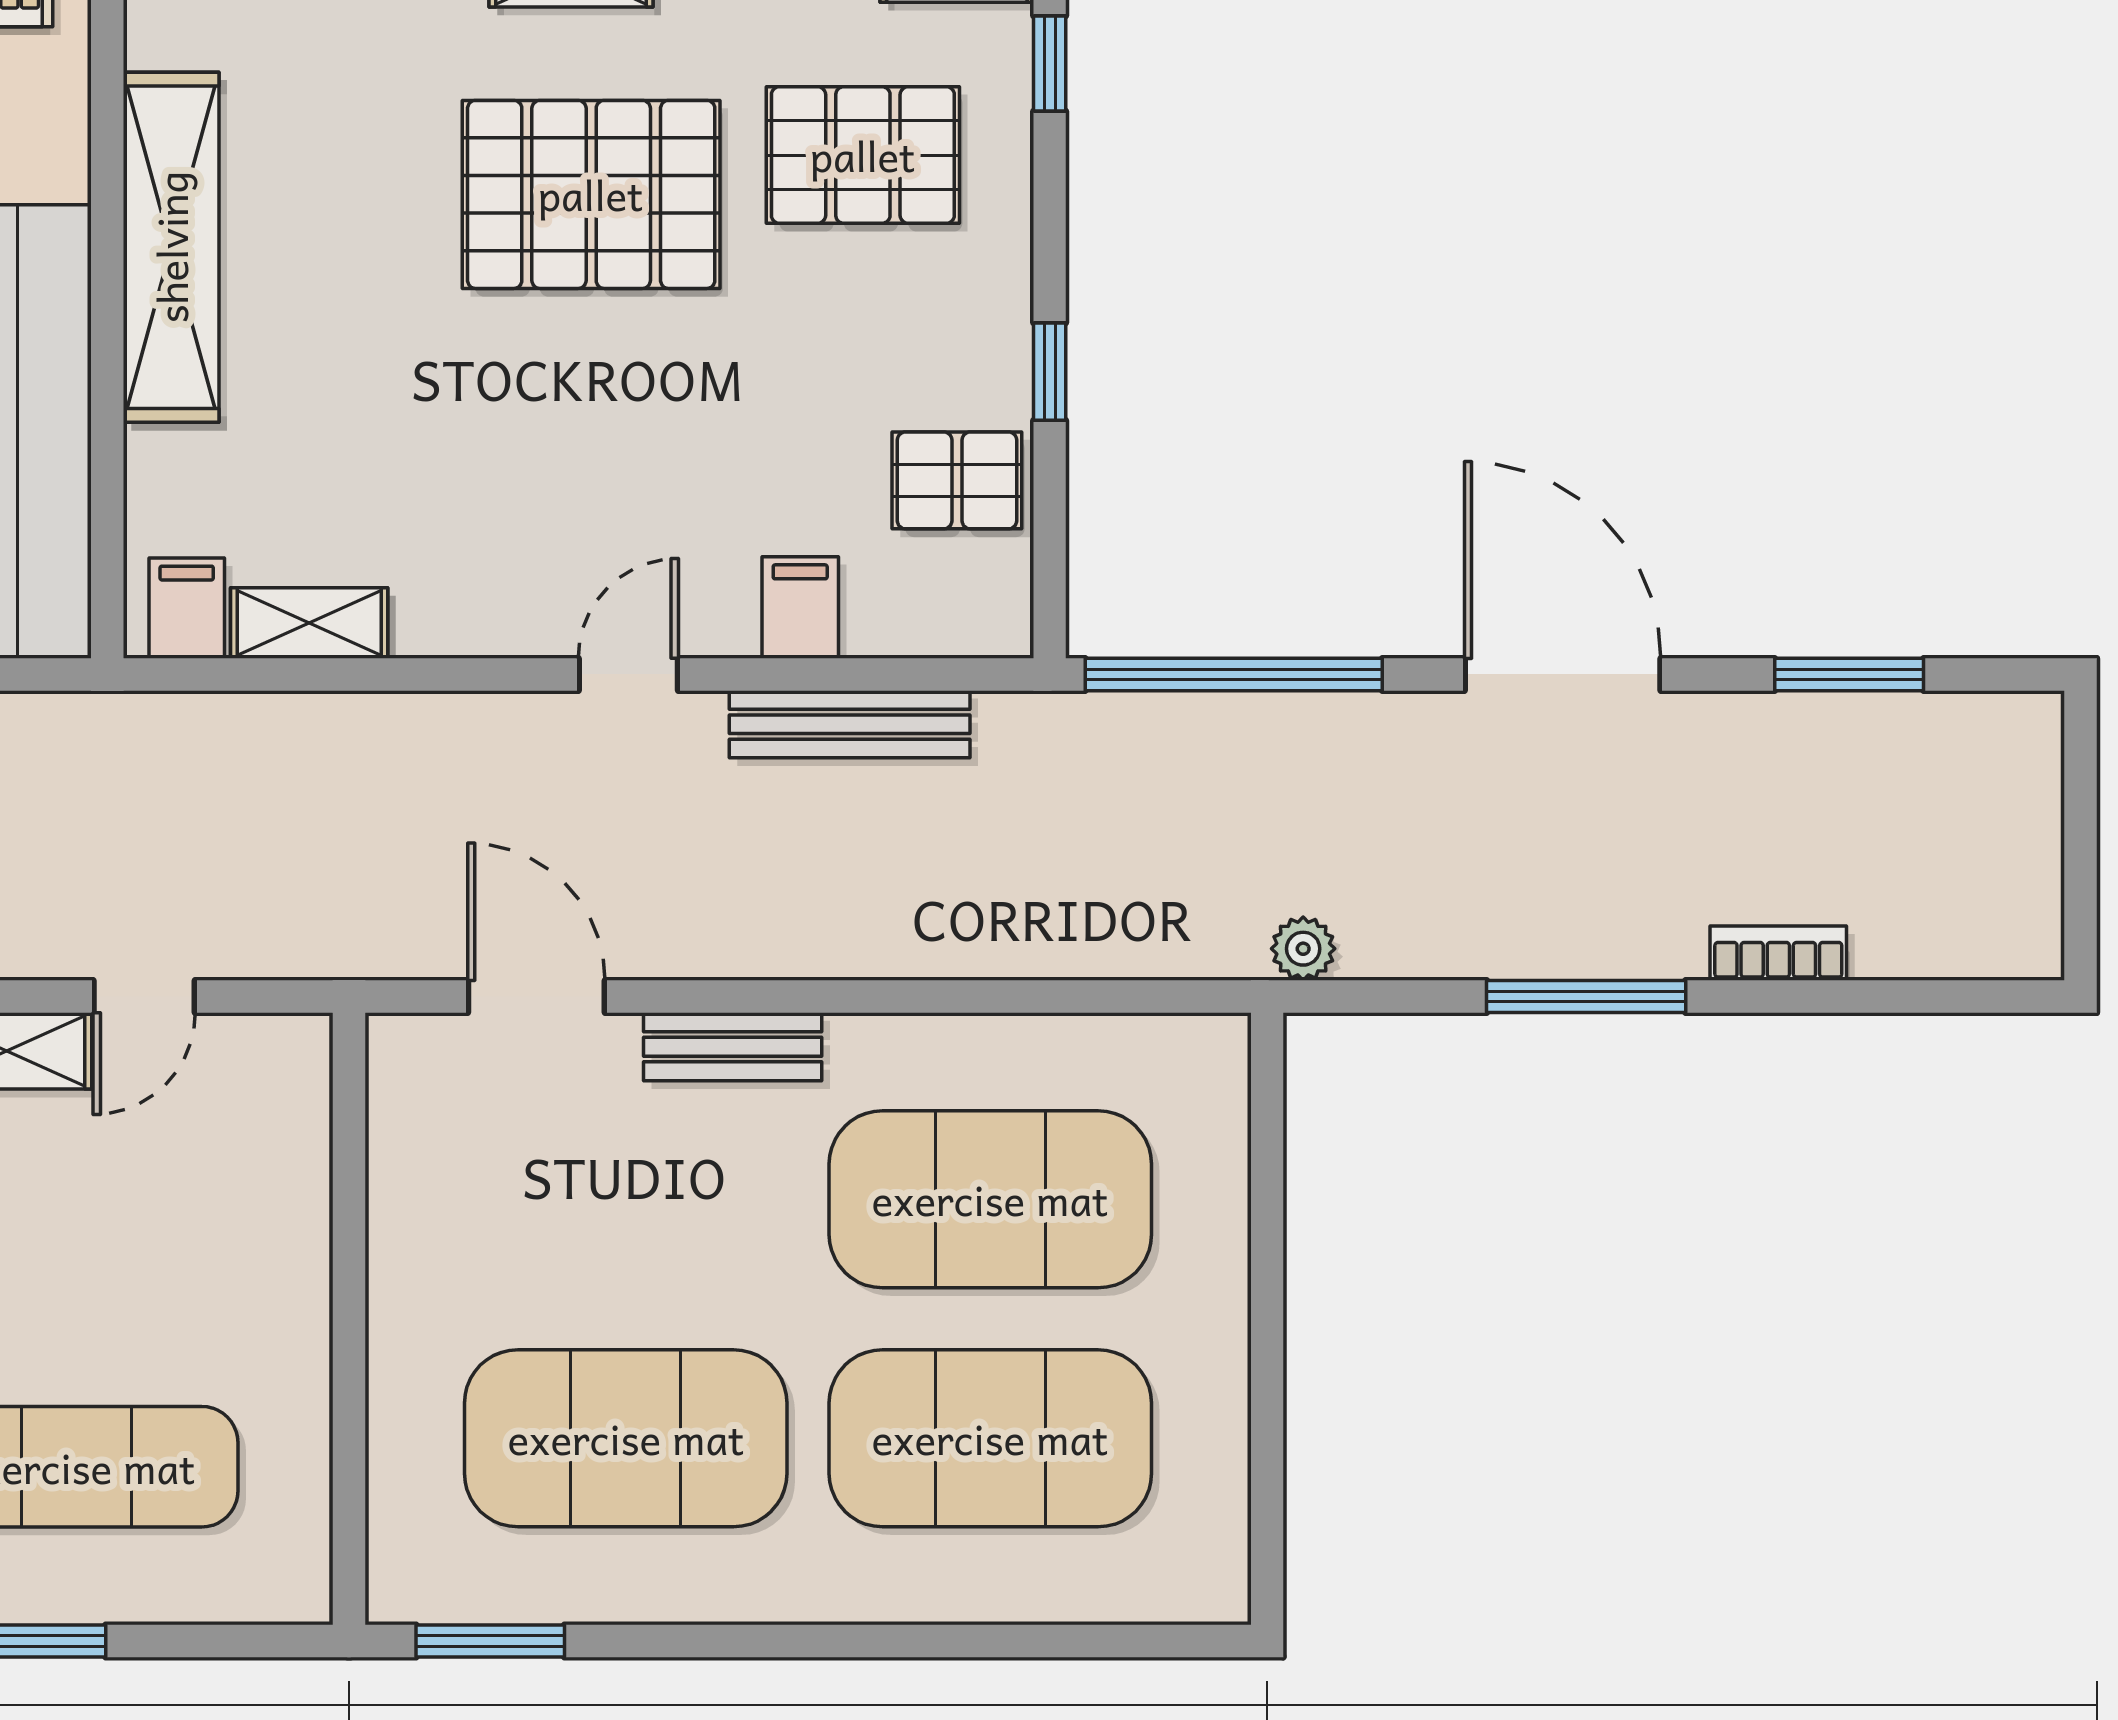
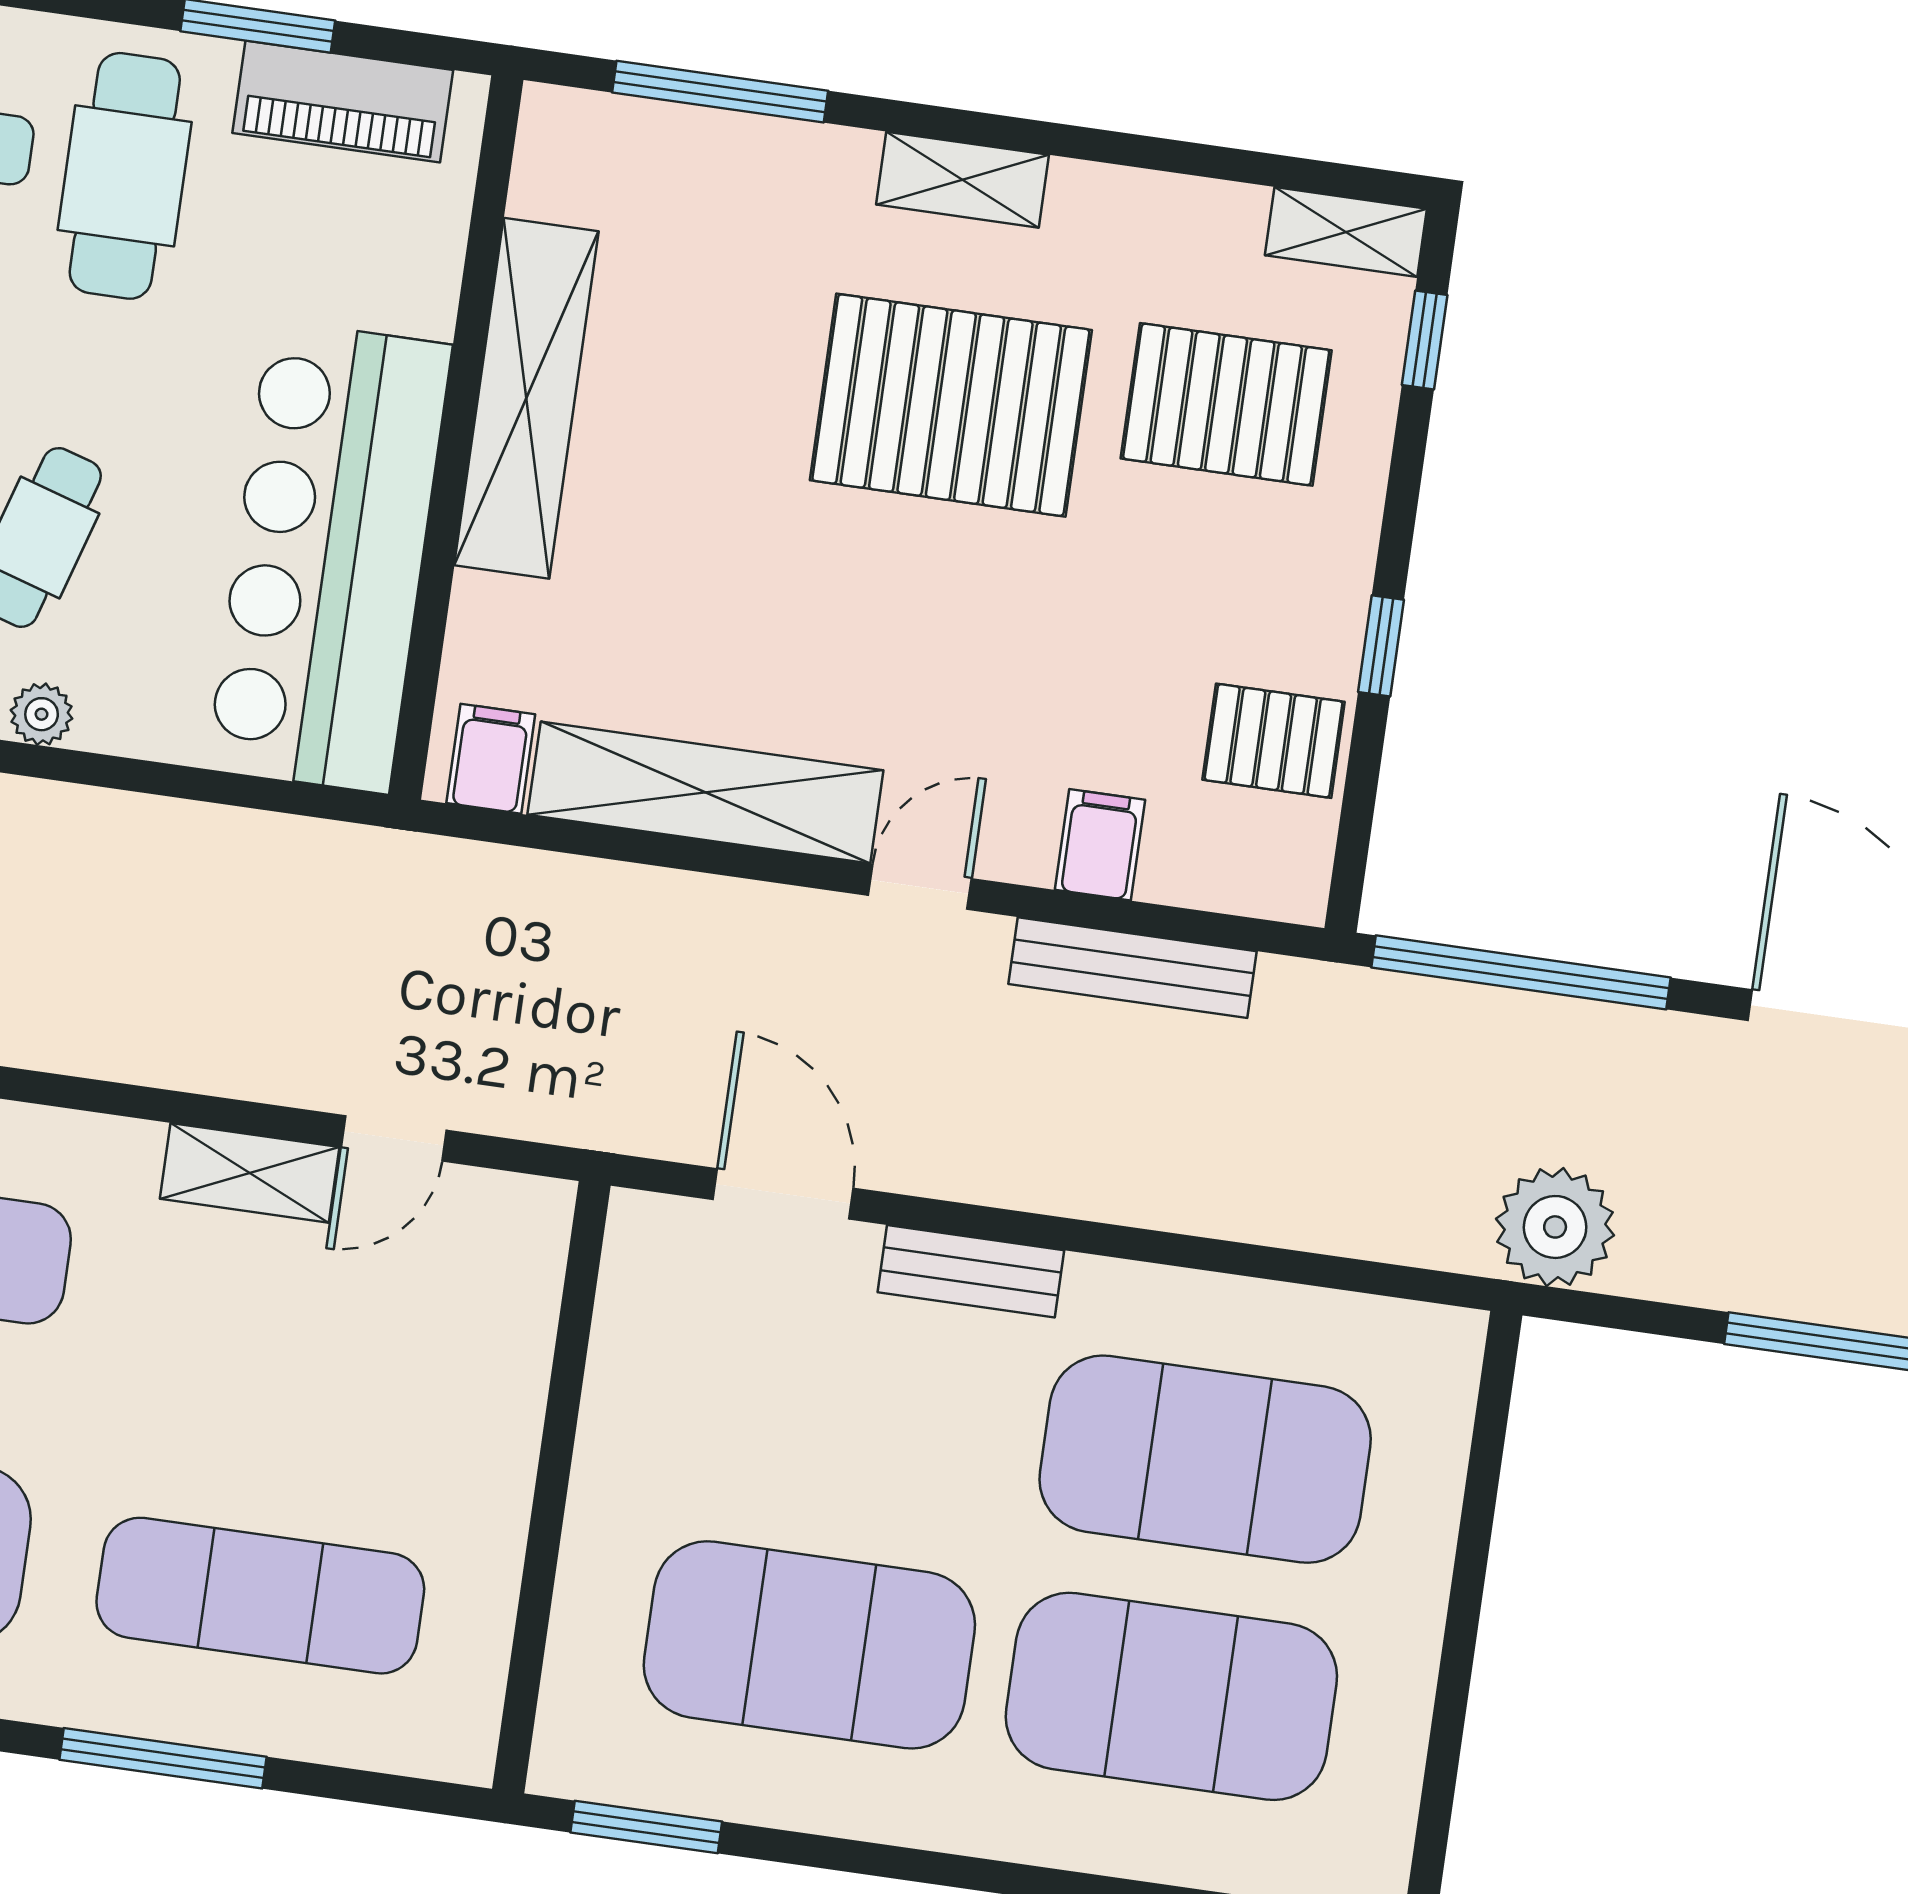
shelving: (309, 623) -> (705, 792), width x2.20, depth x1.33
plant: (1303, 949) -> (1555, 1227), width x1.87, depth x1.87

